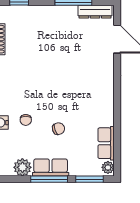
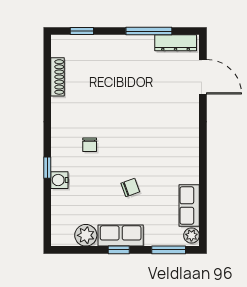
chair: (26, 120) -> (90, 145), moved
window: (49, 179) -> (119, 250), width x0.46

